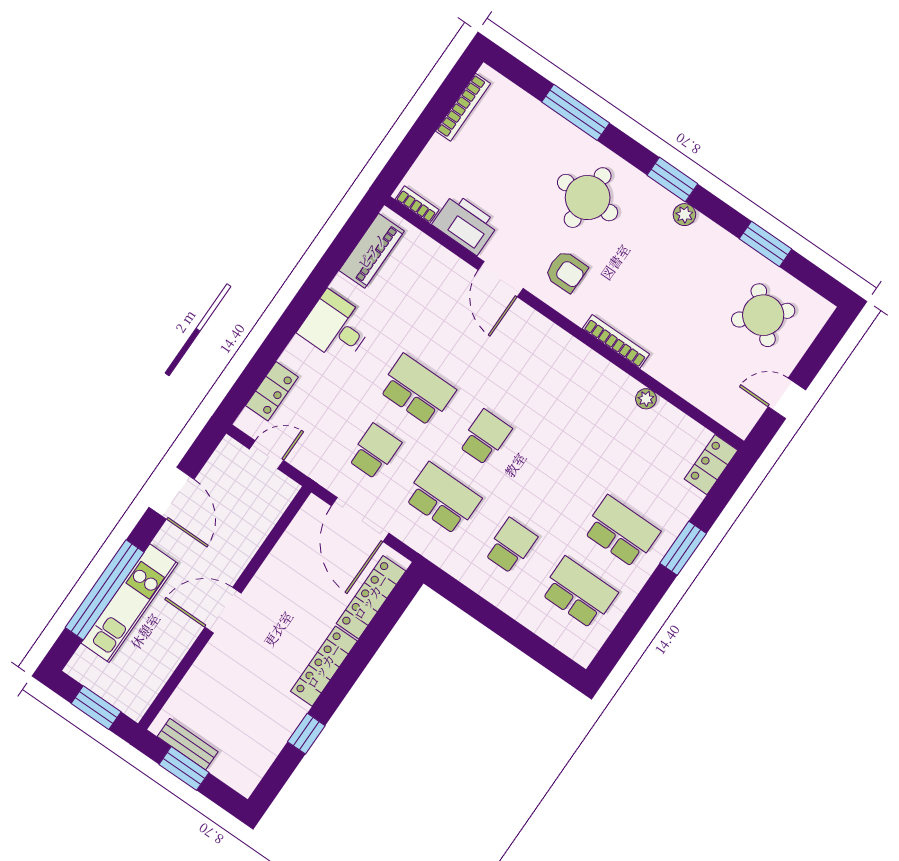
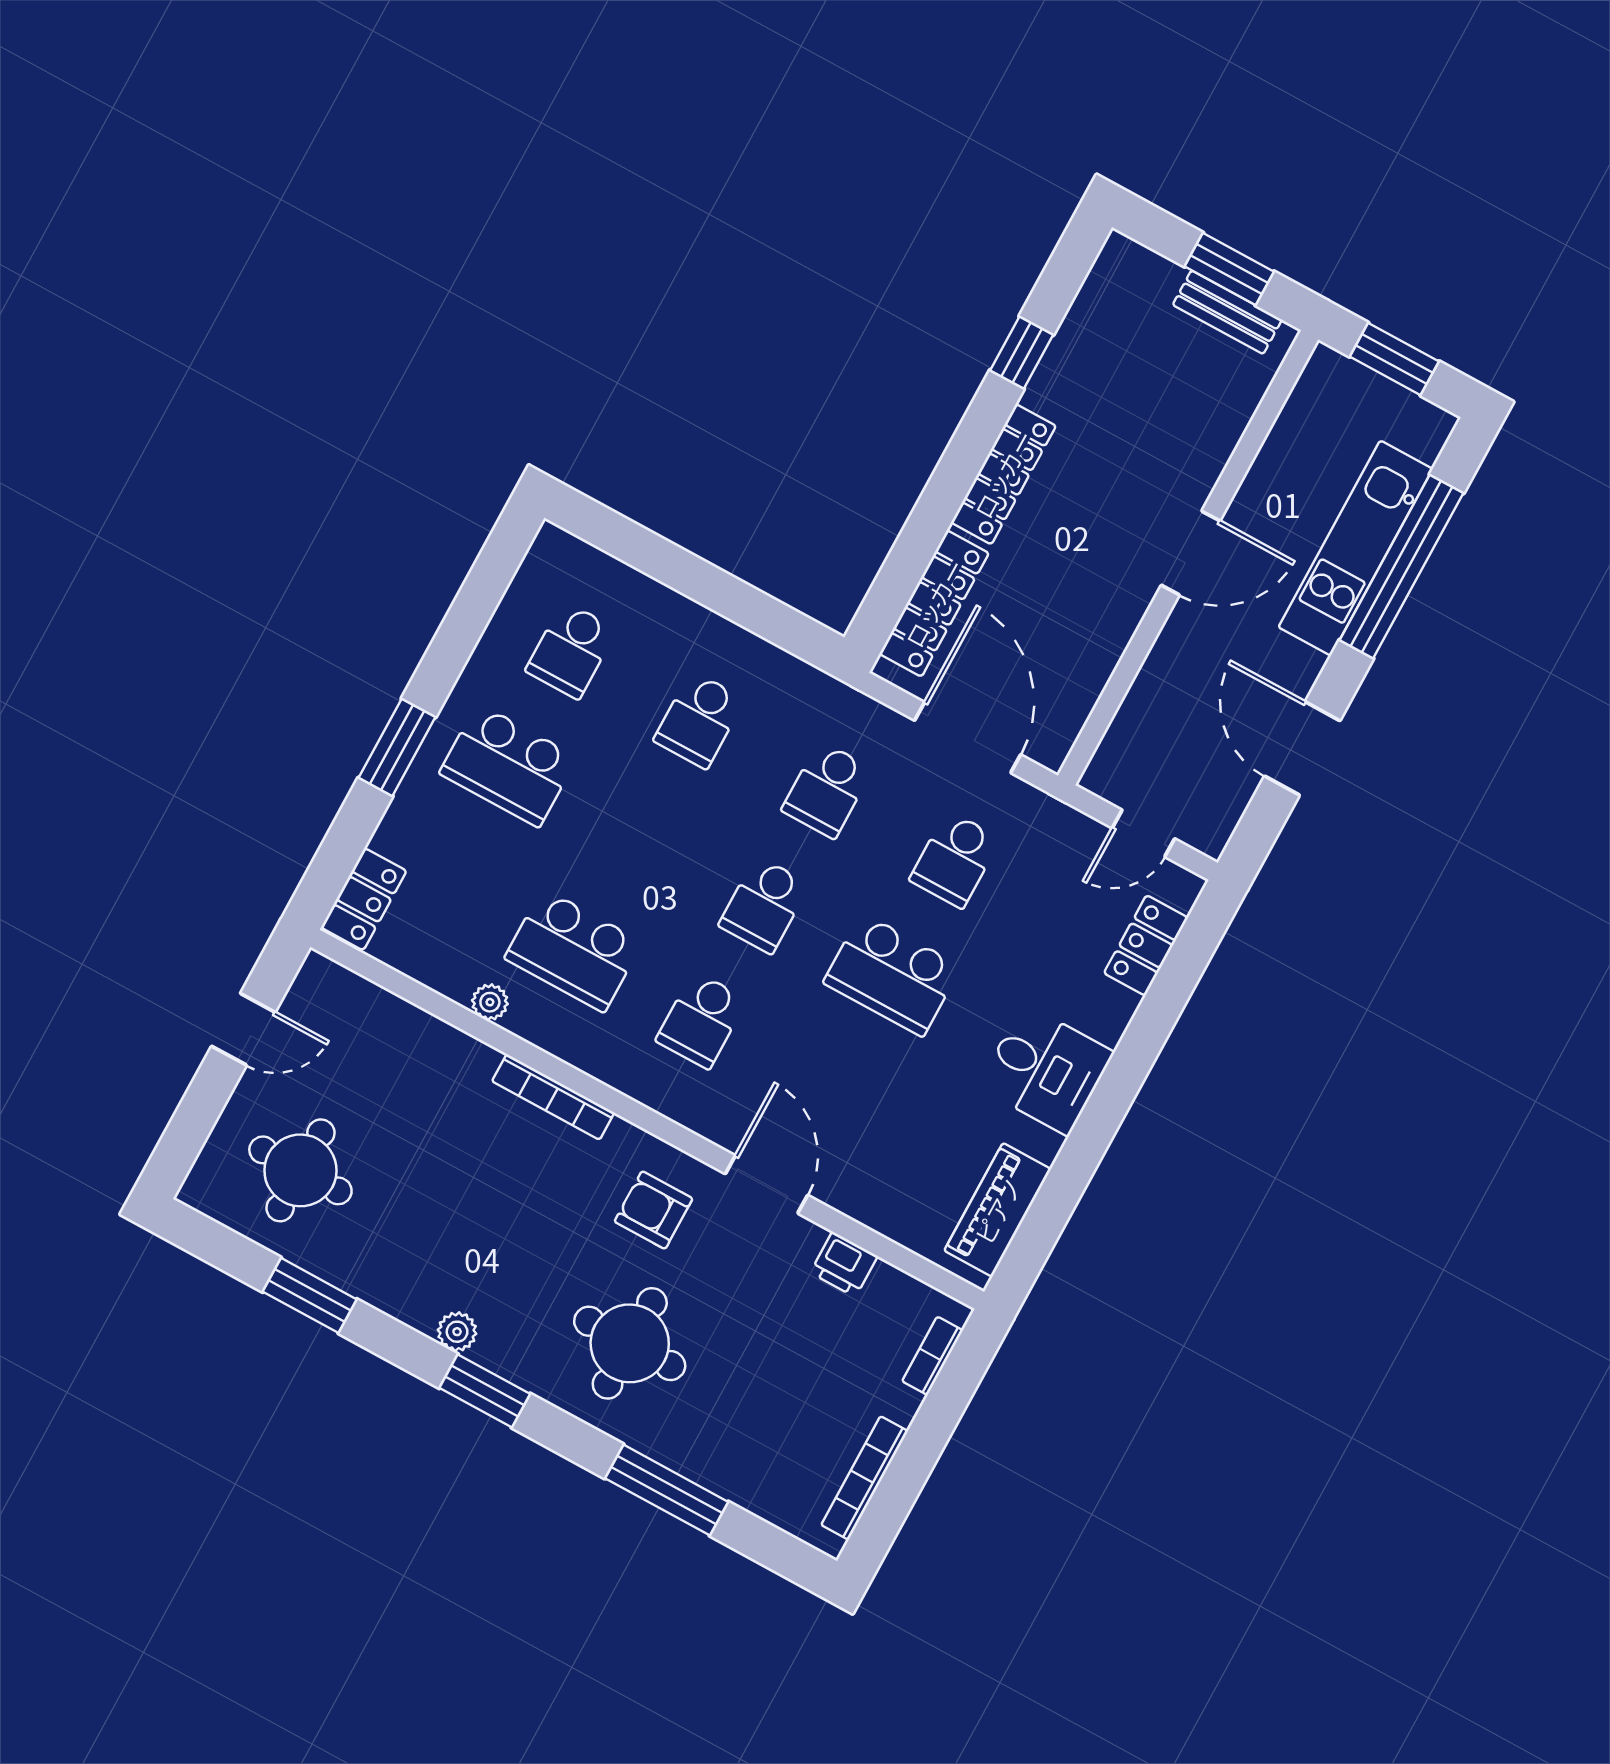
bookcase: (417, 204) -> (932, 1356), moved, turned 90
printer: (465, 224) -> (844, 1264), width x0.53, depth x0.68
round table: (763, 315) -> (300, 1170), turned 45
school desk: (528, 376) -> (701, 1020), added
school desk: (596, 423) -> (573, 950), added
school desk: (443, 499) -> (827, 790), width x0.54
school desk: (579, 593) -> (571, 650), width x0.54

